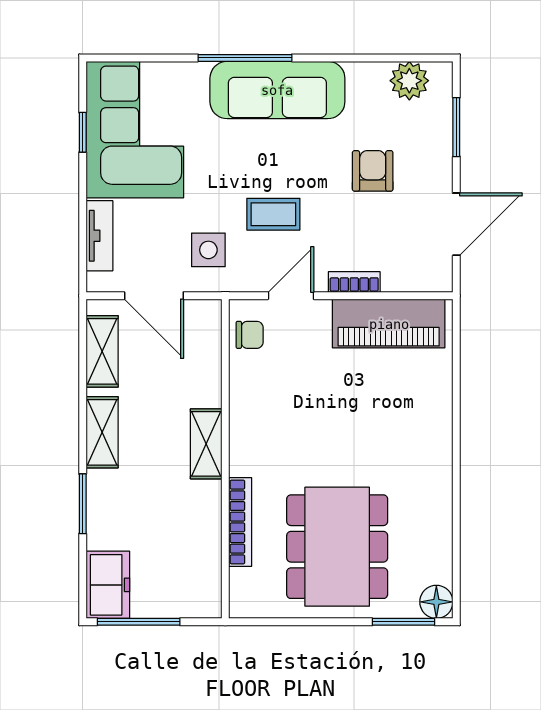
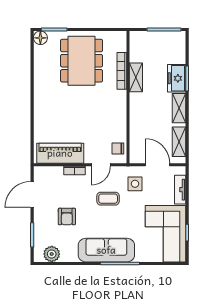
shelving: (206, 444) -> (136, 77), moved
freezer: (108, 585) -> (177, 78), moved

